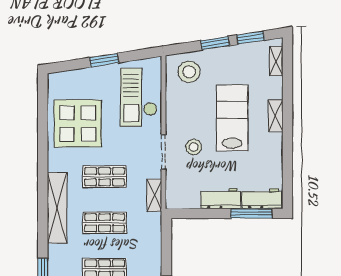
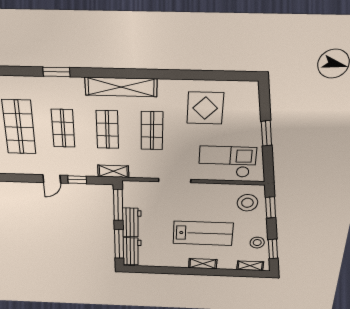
window: (215, 43) -> (271, 208), moved
display table: (78, 124) -> (205, 108), width x0.73, depth x0.73
stool: (194, 147) -> (257, 243), moved
shelving: (154, 195) -> (113, 171), moved
window: (198, 213) -> (118, 205), added
window: (166, 258) -> (77, 180), added

